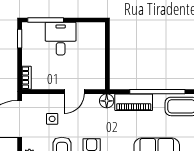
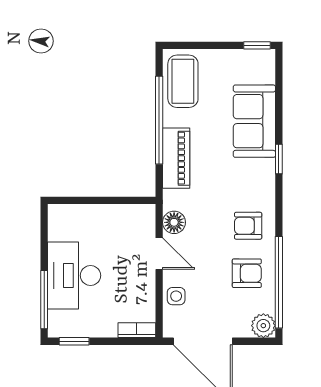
desk: (61, 39) -> (74, 275), width x1.37
floor lamp: (107, 101) -> (174, 222), moved
side table: (52, 119) -> (176, 296), moved

